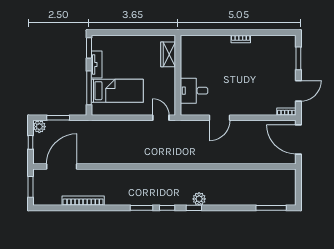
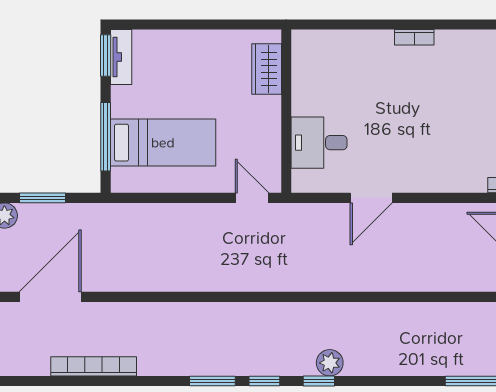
tv unit: (97, 65) -> (121, 57), moved

